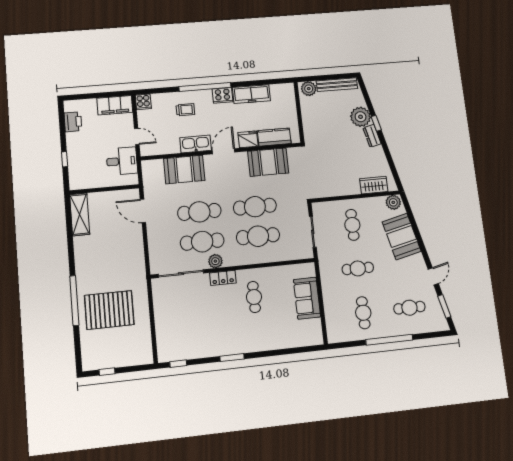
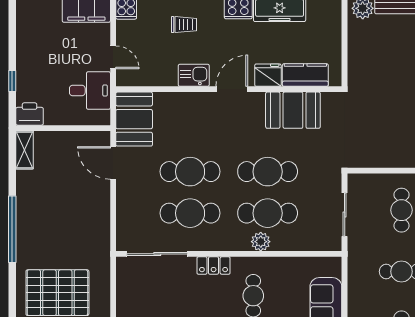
printer: (73, 122) -> (30, 114), moved, turned -90
kitchen sink: (196, 144) -> (194, 75), width x0.73
booth: (184, 170) -> (134, 119), moved, turned 90
shelving: (80, 214) -> (25, 150), width x0.67, depth x0.75
plant: (215, 261) -> (261, 242), moved
window: (74, 301) -> (12, 229), moved

